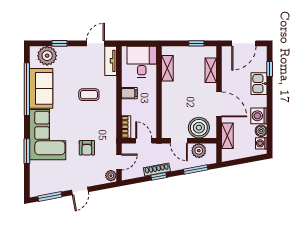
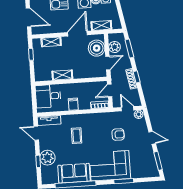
plant: (47, 56) -> (47, 158), moved
shelving: (167, 68) -> (62, 75), moved

